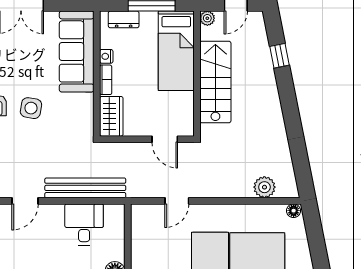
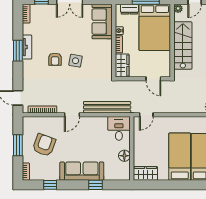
sofa: (77, 51) -> (102, 22), width x0.73
bed: (176, 51) -> (155, 27), width x1.50
door: (177, 201) -> (146, 115), moved
desk: (84, 224) -> (119, 128), moved

